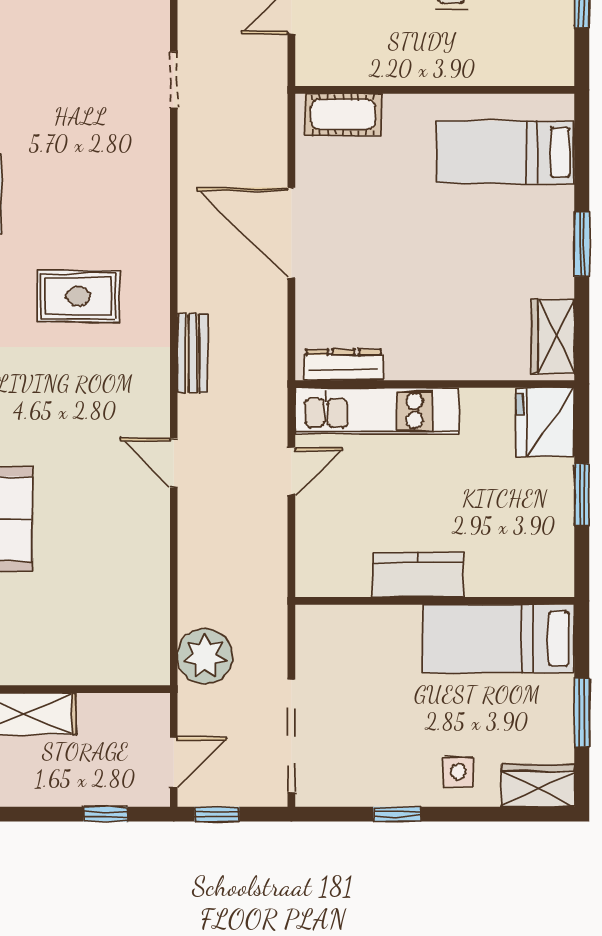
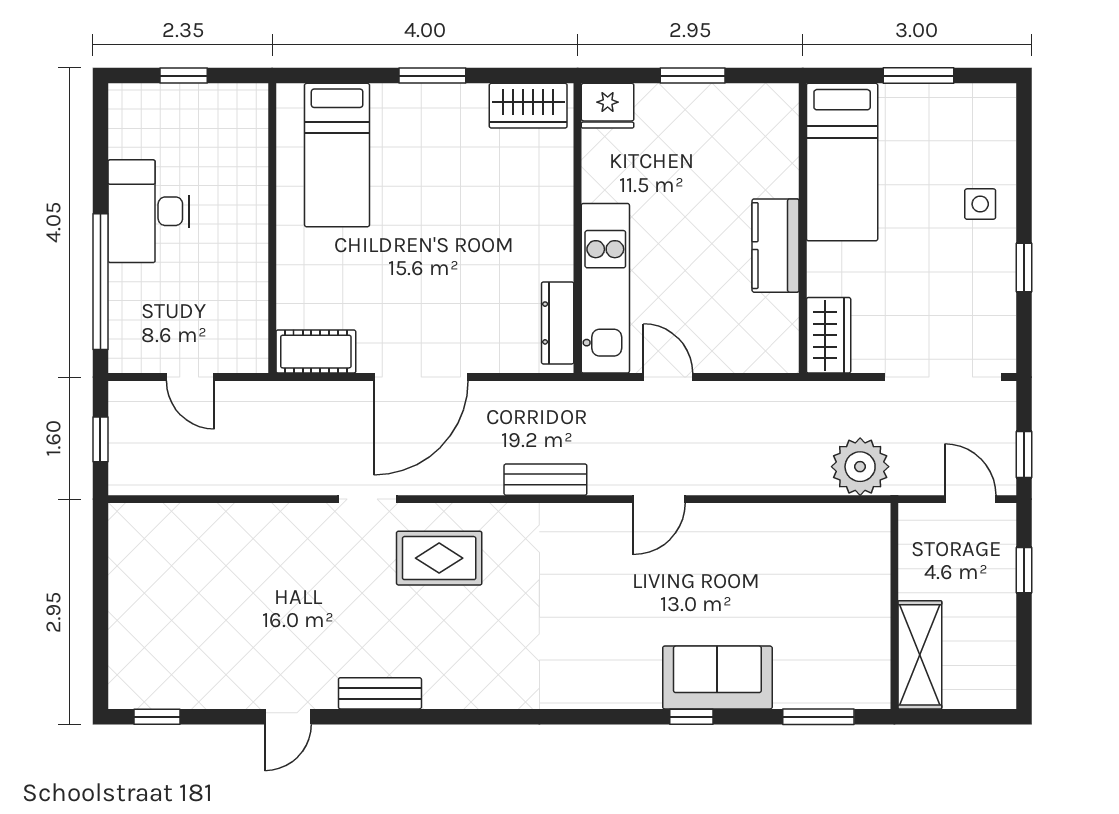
doorway: (174, 80) -> (367, 499), moved
cot: (343, 114) -> (316, 352), moved, turned 90
rug: (78, 296) -> (439, 558), moved, turned 90
fridge: (545, 422) -> (608, 106), width x0.73, depth x0.75
wardrobe: (538, 786) -> (829, 335), moved, turned 180

